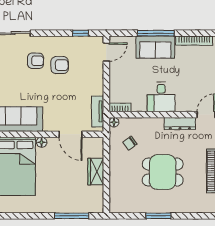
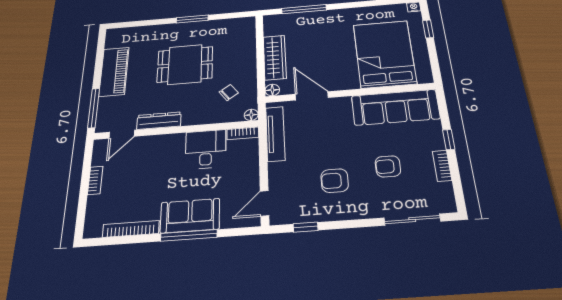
armchair: (36, 61) -> (388, 166), moved
desk: (161, 97) -> (206, 149), moved
tv unit: (98, 111) -> (275, 134), width x1.41
floor lamp: (42, 142) -> (272, 90), moved
wardrobe: (96, 172) -> (275, 57), width x1.50

